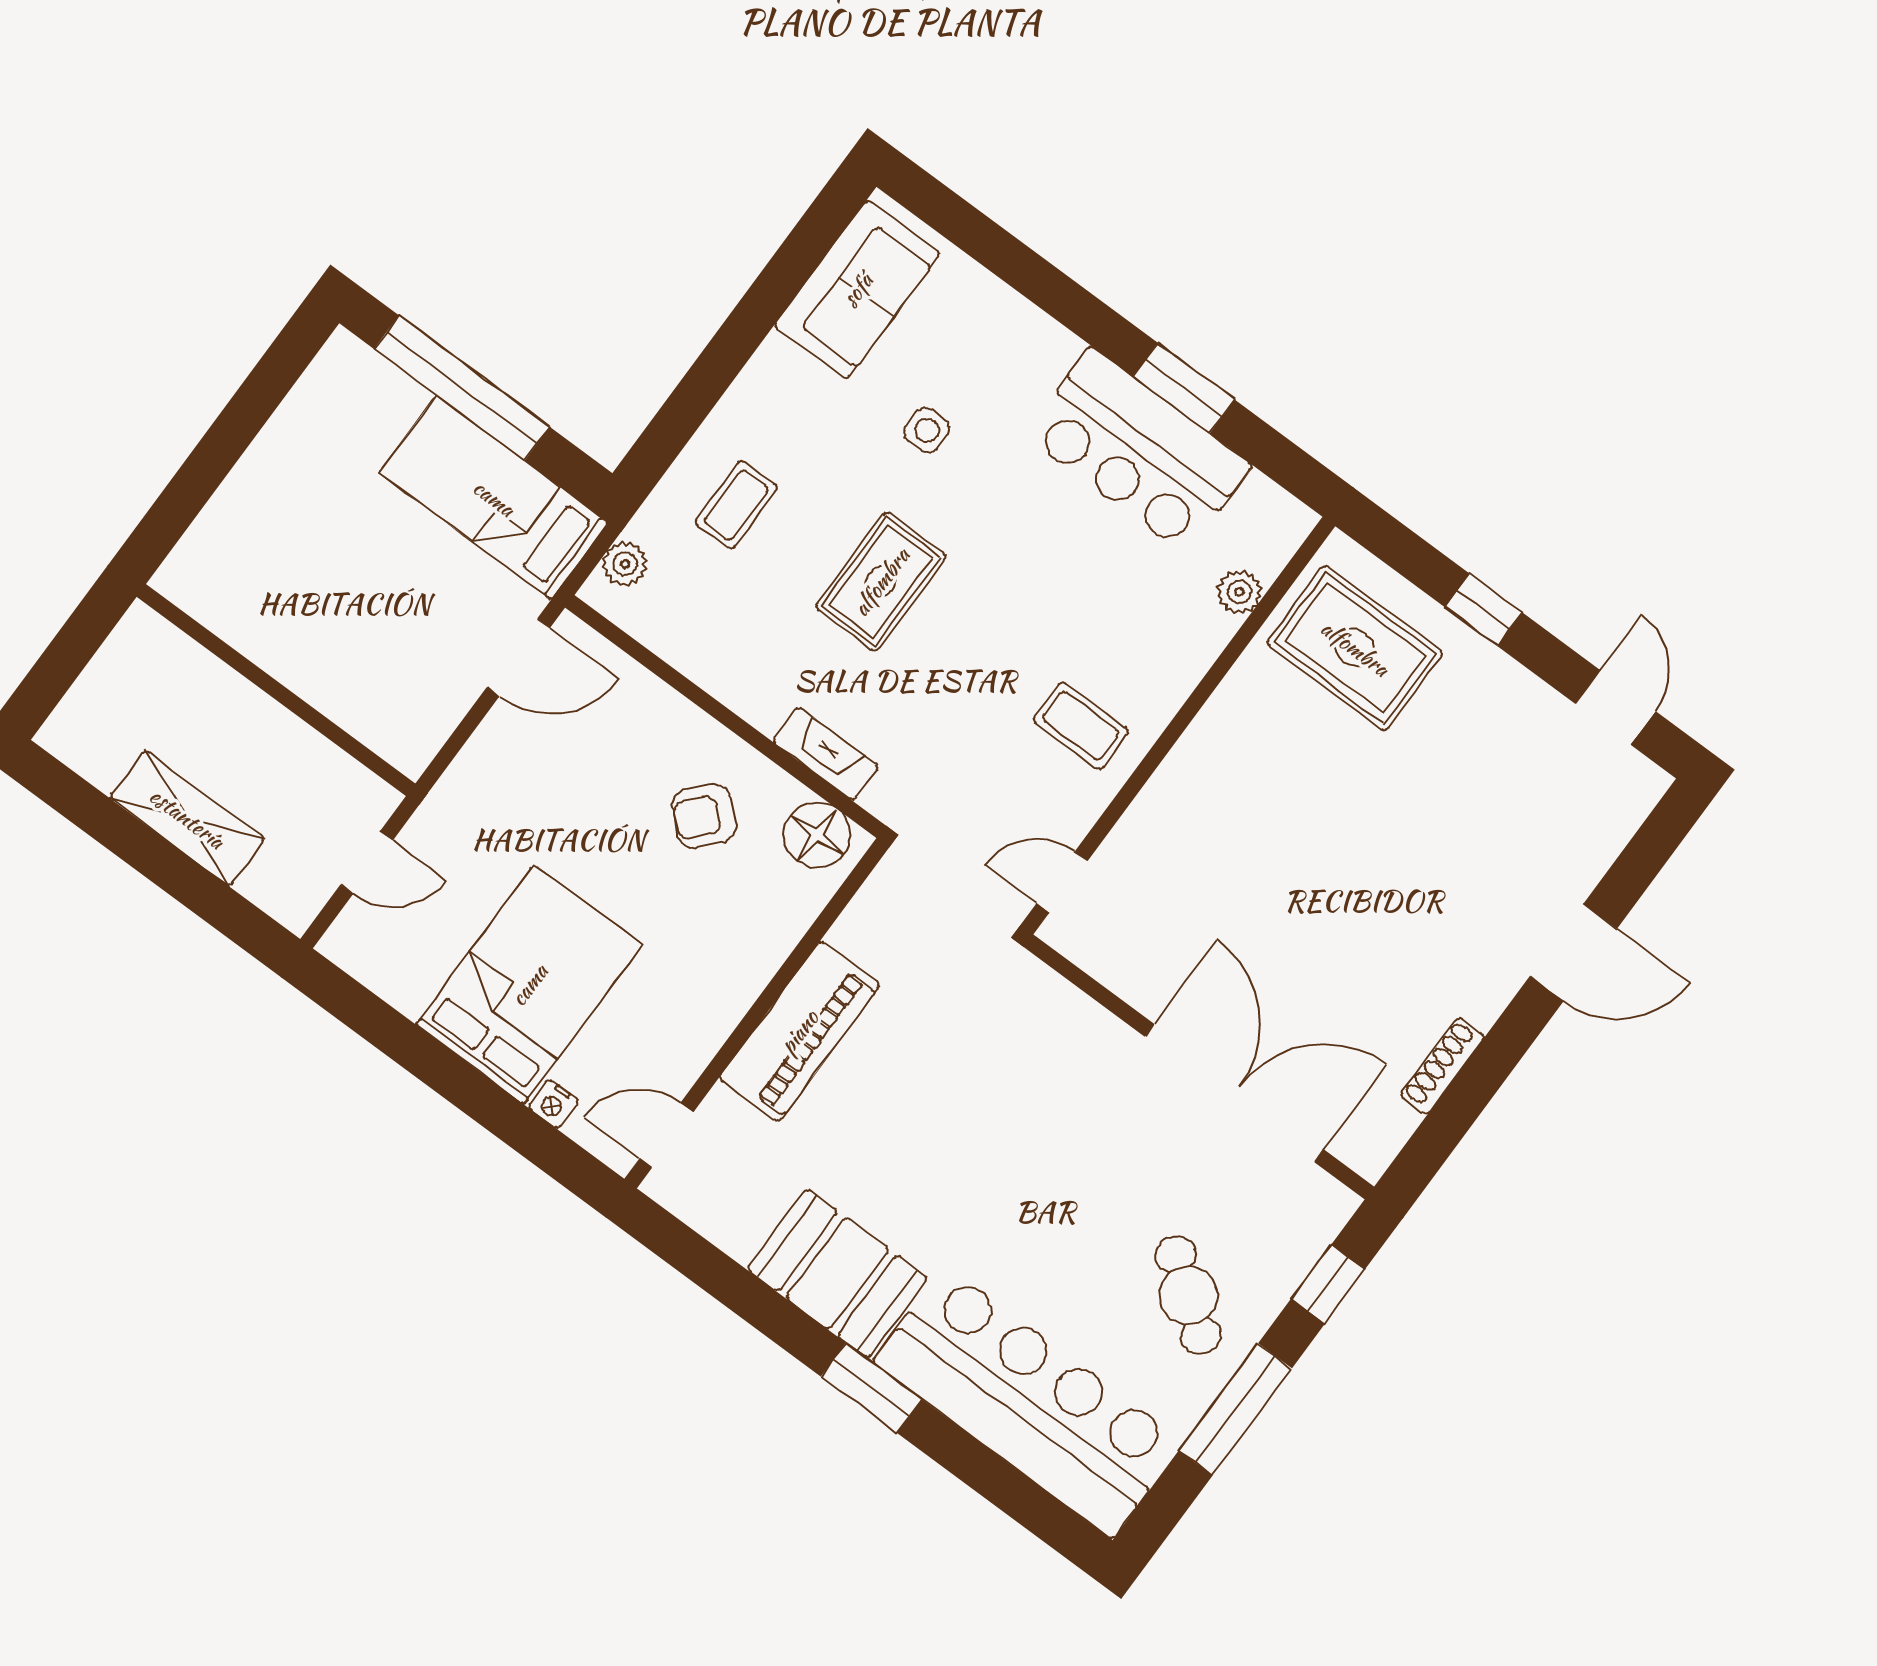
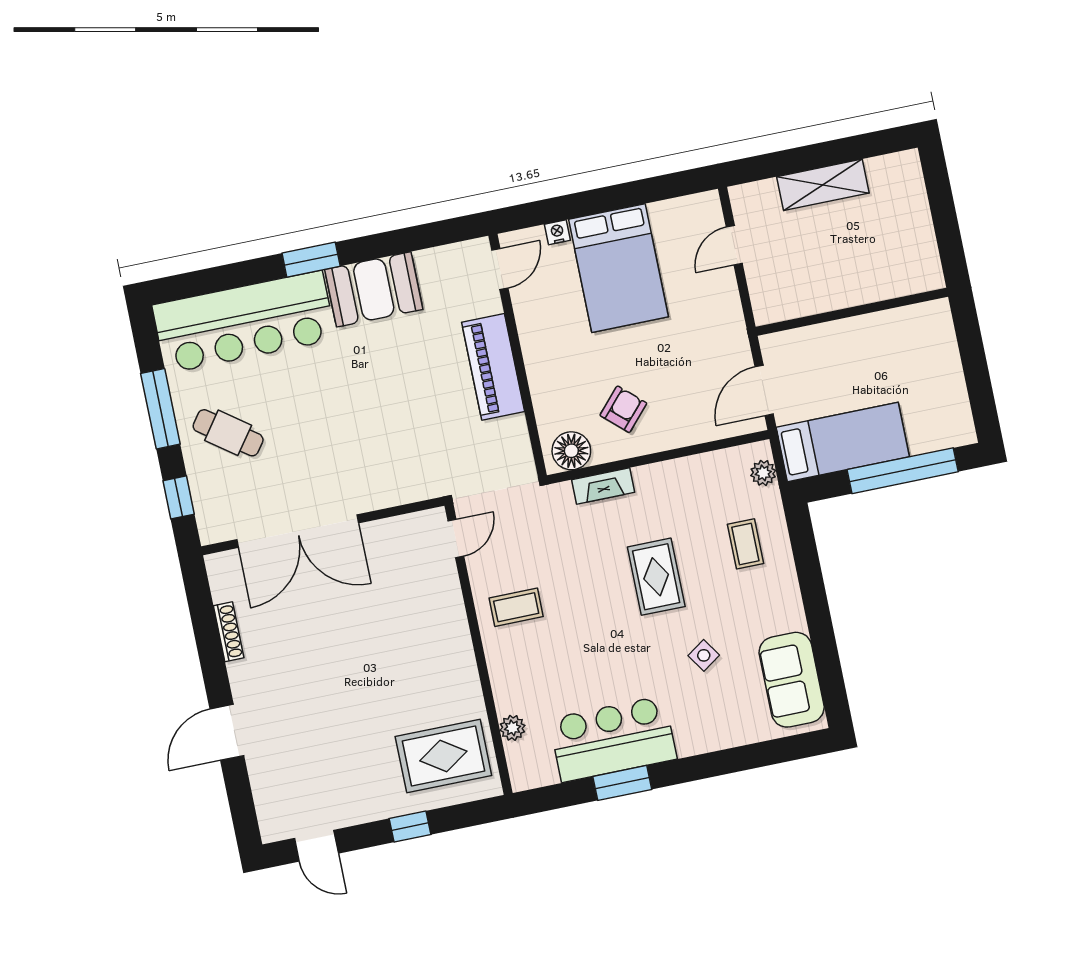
side table: (927, 430) -> (704, 655), turned -34
wall: (276, 690) -> (852, 312), moved

